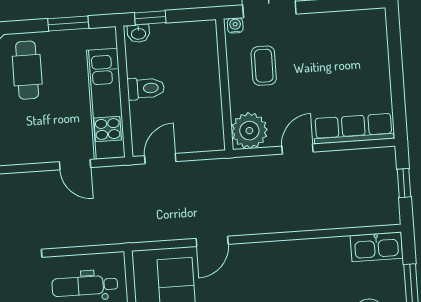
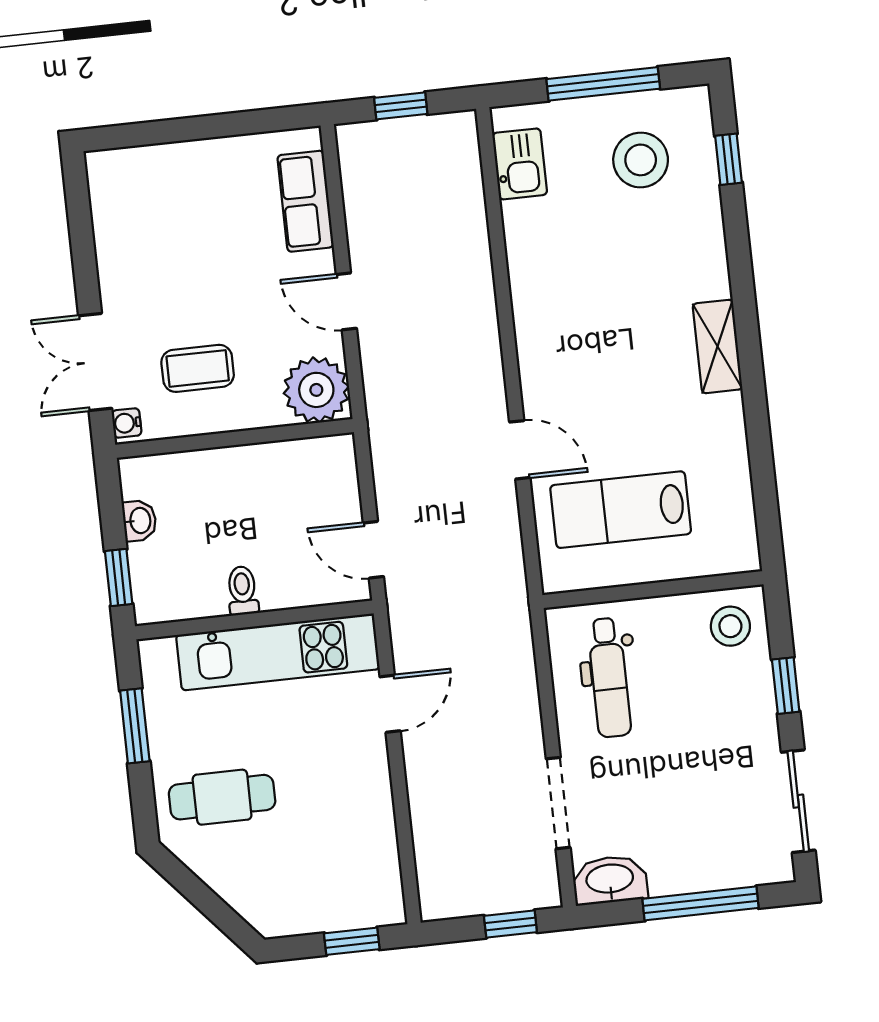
washbasin: (138, 33) -> (139, 521), moved
toilet: (146, 88) -> (242, 591), width x0.73, depth x0.72
row of seats: (354, 129) -> (306, 201), width x0.68
kitchen sink: (376, 247) -> (520, 164), width x0.73

